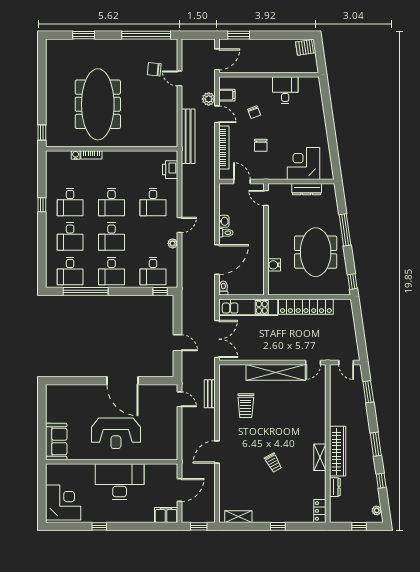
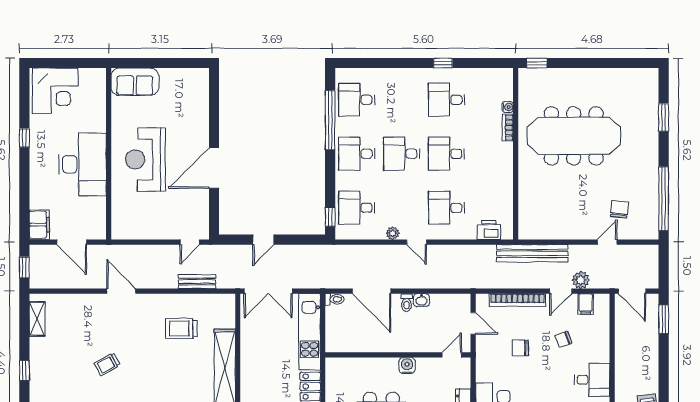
door: (242, 182) -> (473, 323), hinge flipped
desk: (70, 236) -> (402, 100), removed
water cooler: (274, 265) -> (407, 365), moved

